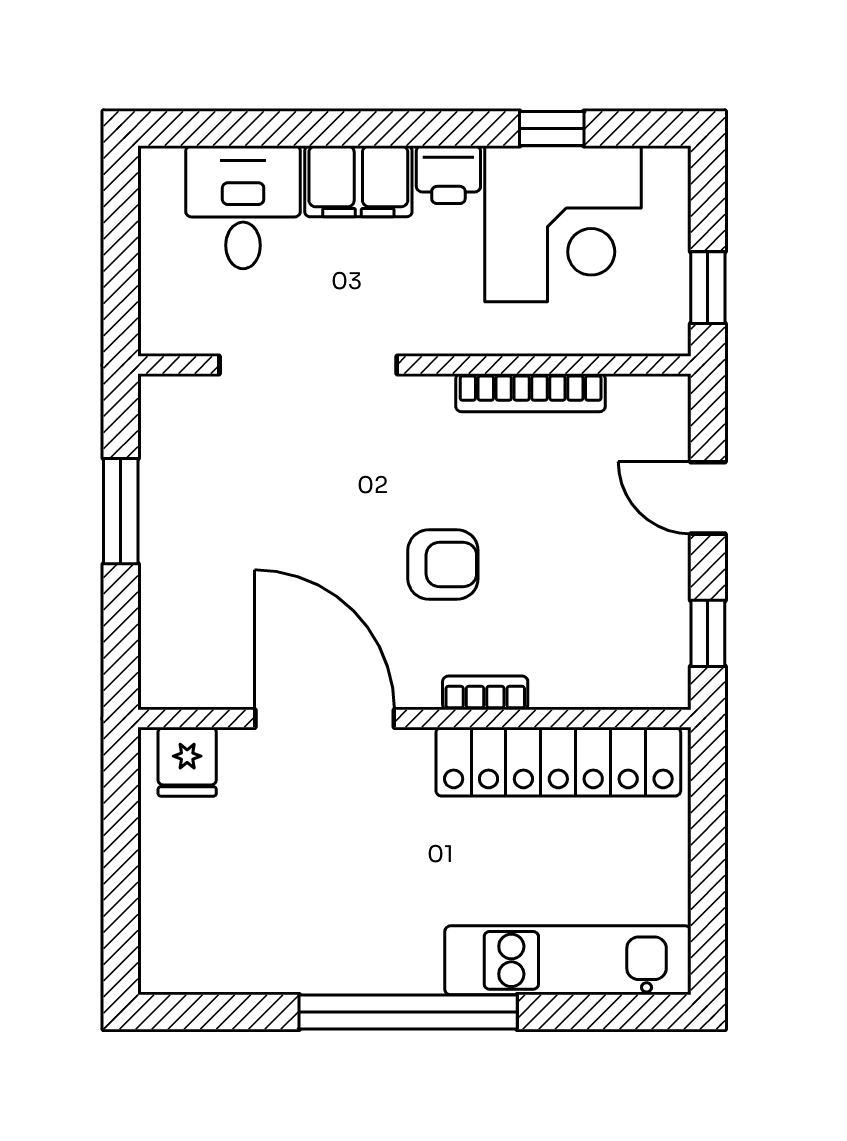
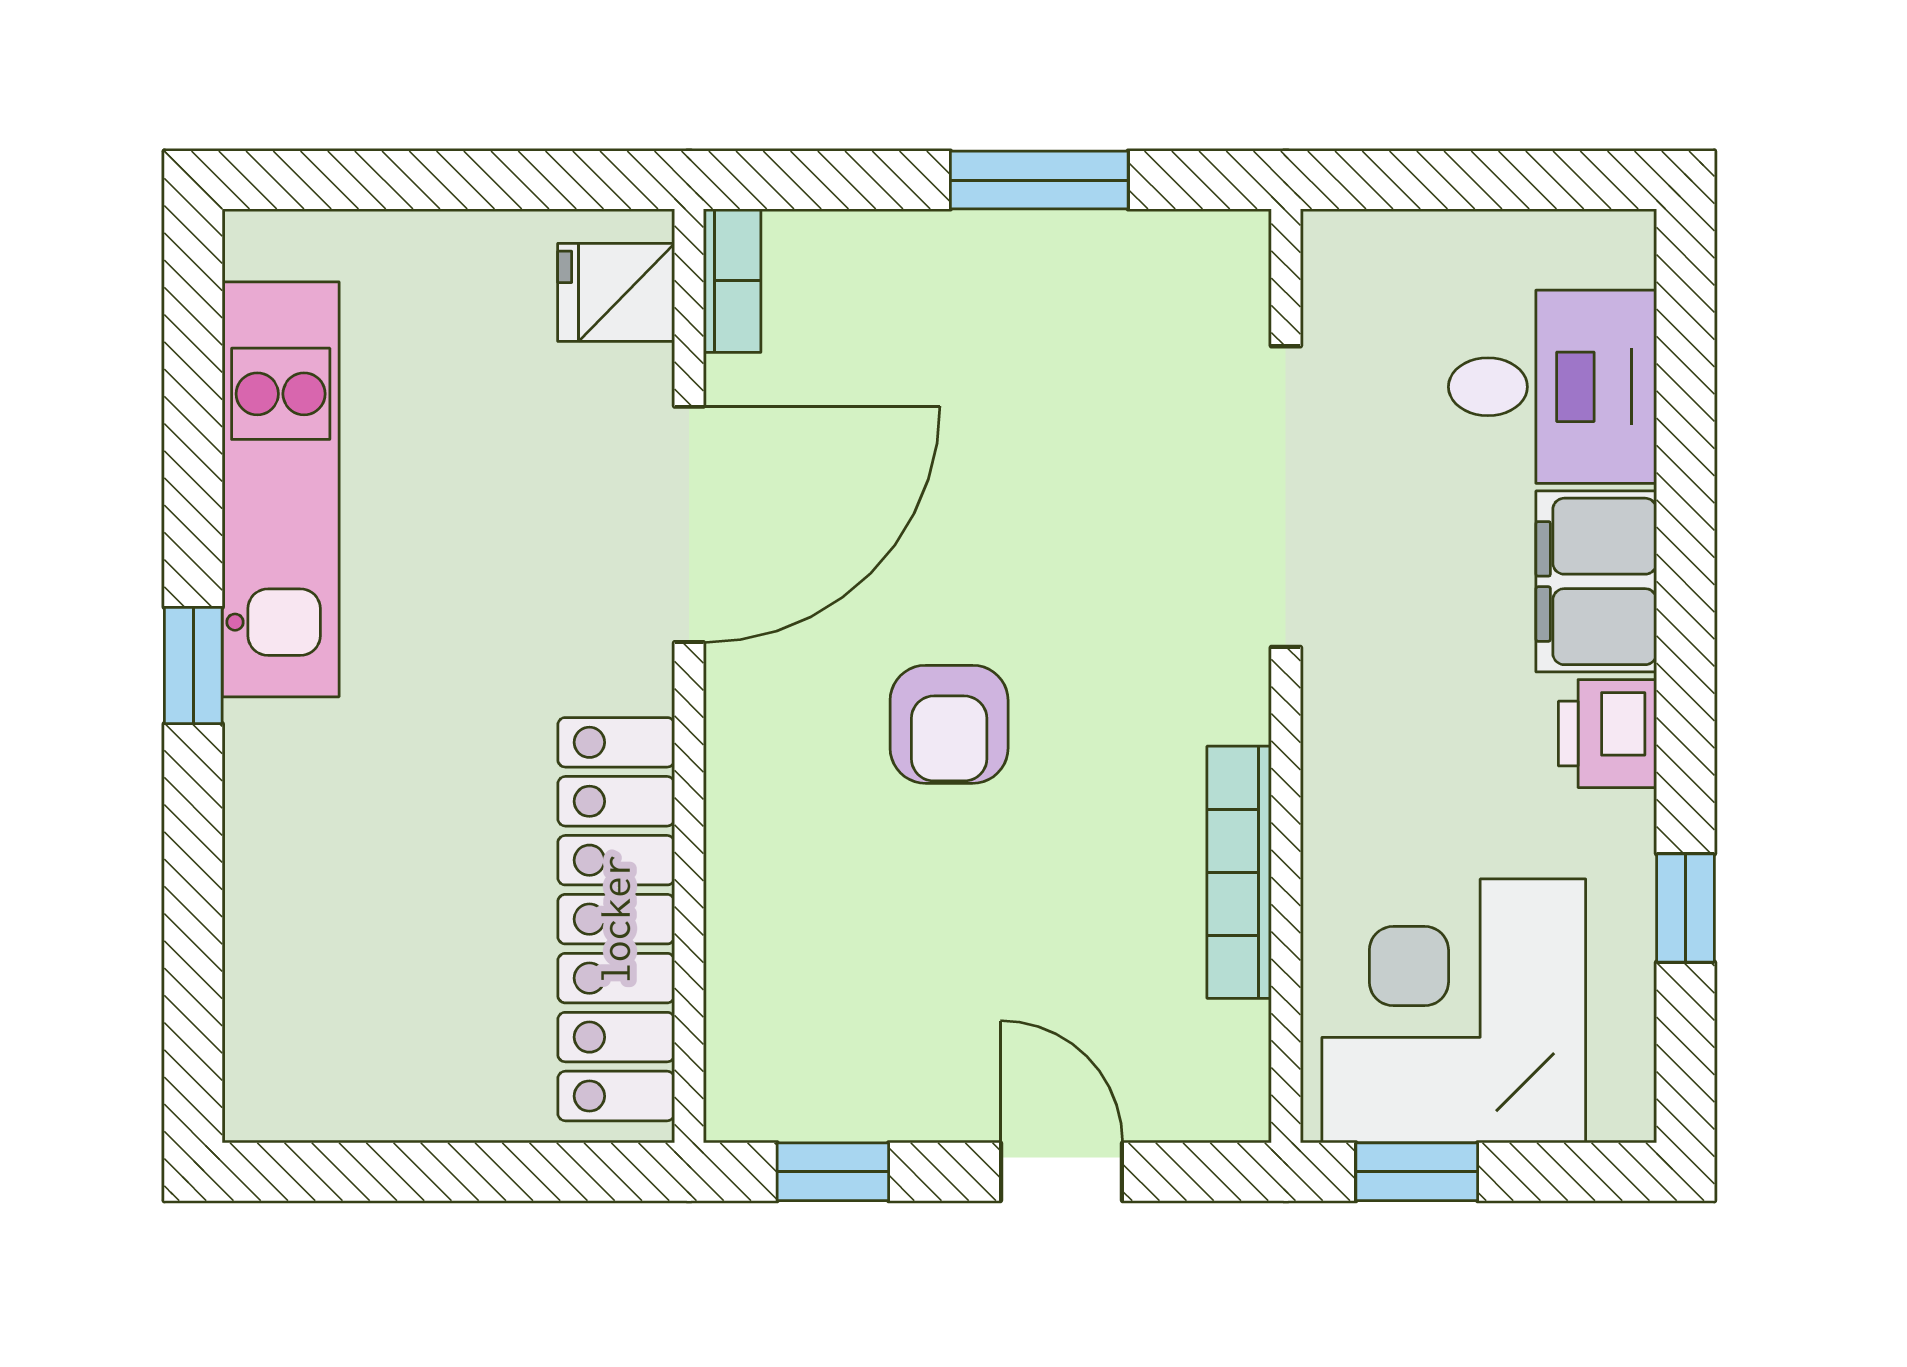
corner desk: (563, 224) -> (1454, 1011), moved, turned 90
door: (708, 498) -> (1062, 1172), hinge flipped
bookcase: (485, 693) -> (732, 281), moved
kitchen unit: (568, 960) -> (281, 489), moved
window: (408, 1012) -> (193, 665), width x0.32

